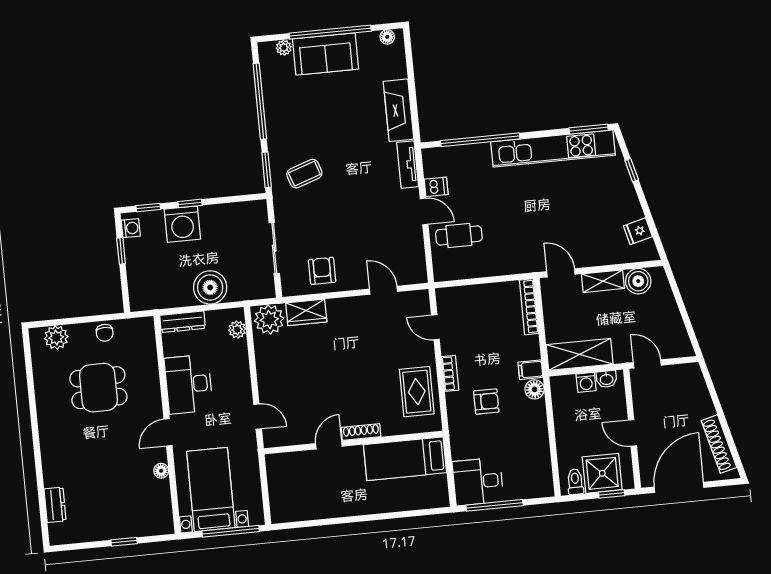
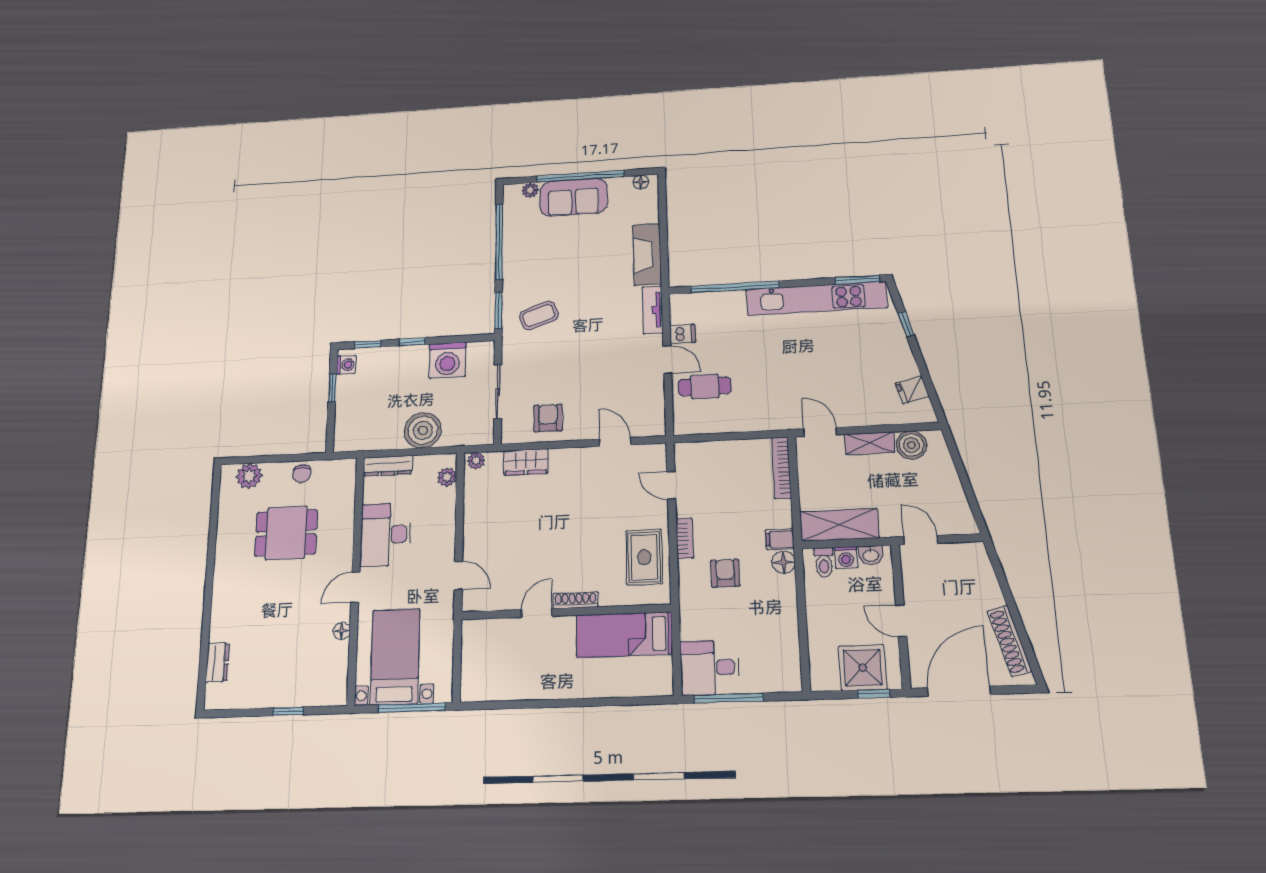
washing machine: (182, 224) -> (447, 360), moved
plant: (269, 319) -> (476, 461), width x0.53, depth x0.53
armchair: (486, 401) -> (725, 573), turned -90
toilet: (575, 482) -> (824, 562), moved, turned 180

